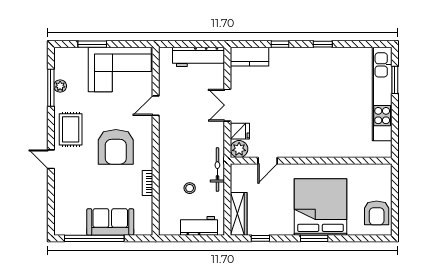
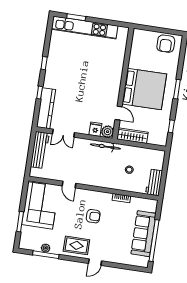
kitchen counter: (249, 57) -> (46, 108), width x1.50
double door: (227, 105) -> (63, 133), moved
armchair: (116, 147) -> (93, 216), width x0.53, depth x0.53
bicycle: (217, 169) -> (105, 147), moved
bed: (321, 207) -> (144, 89), moved, turned 180
armchair: (377, 213) -> (166, 44), turned 90
wardrobe: (239, 214) -> (132, 136), moved
sofa: (110, 222) -> (143, 234), width x1.36
workbench: (199, 226) -> (154, 182), moved

